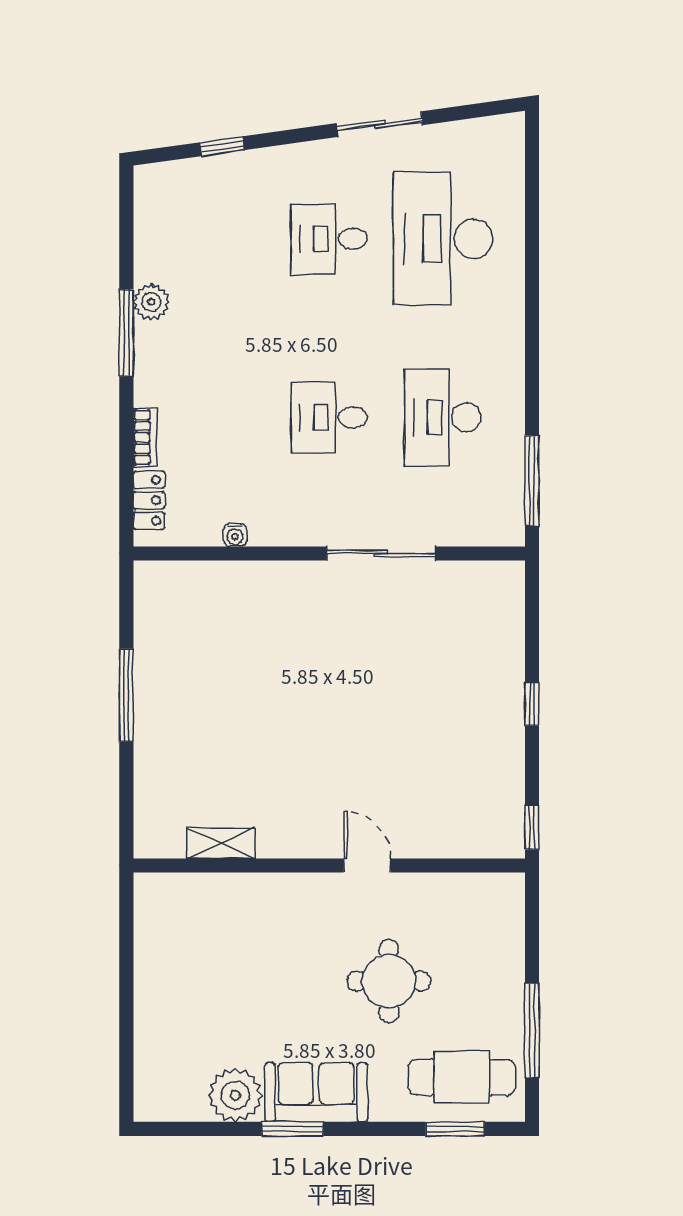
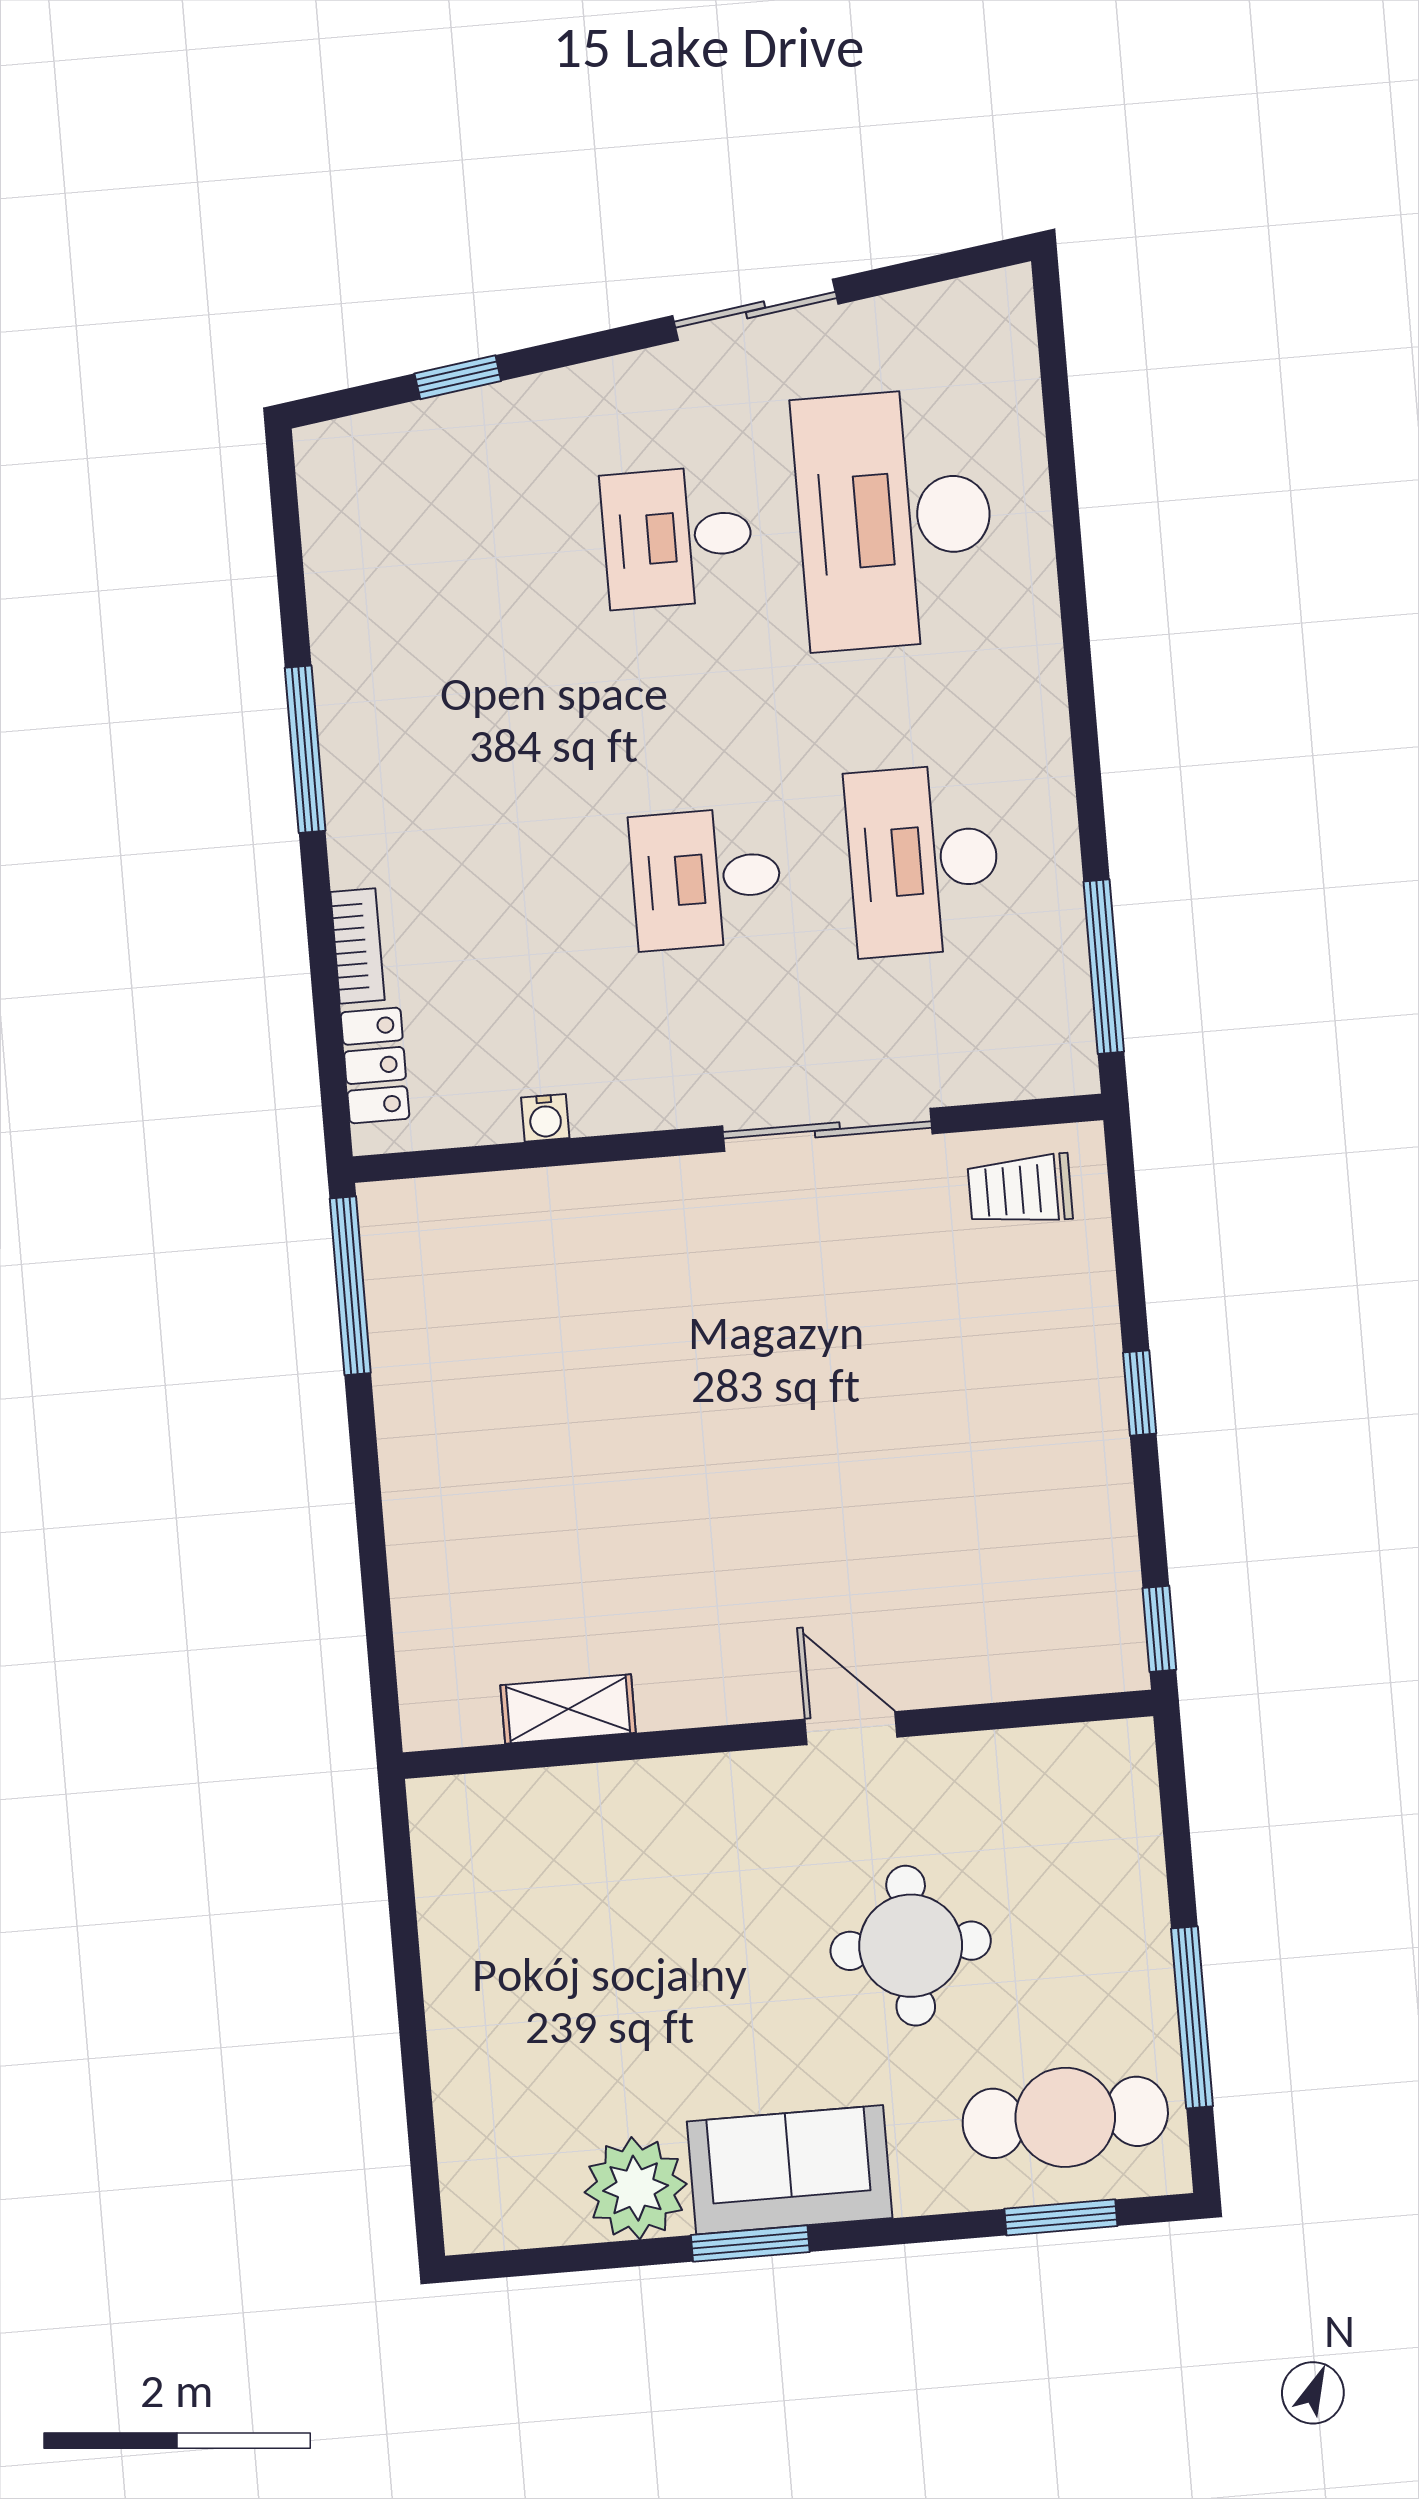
plant: (151, 302) -> (348, 686), removed
trolley: (479, 593) -> (1020, 1190), added
window: (126, 695) -> (350, 1286), moved

